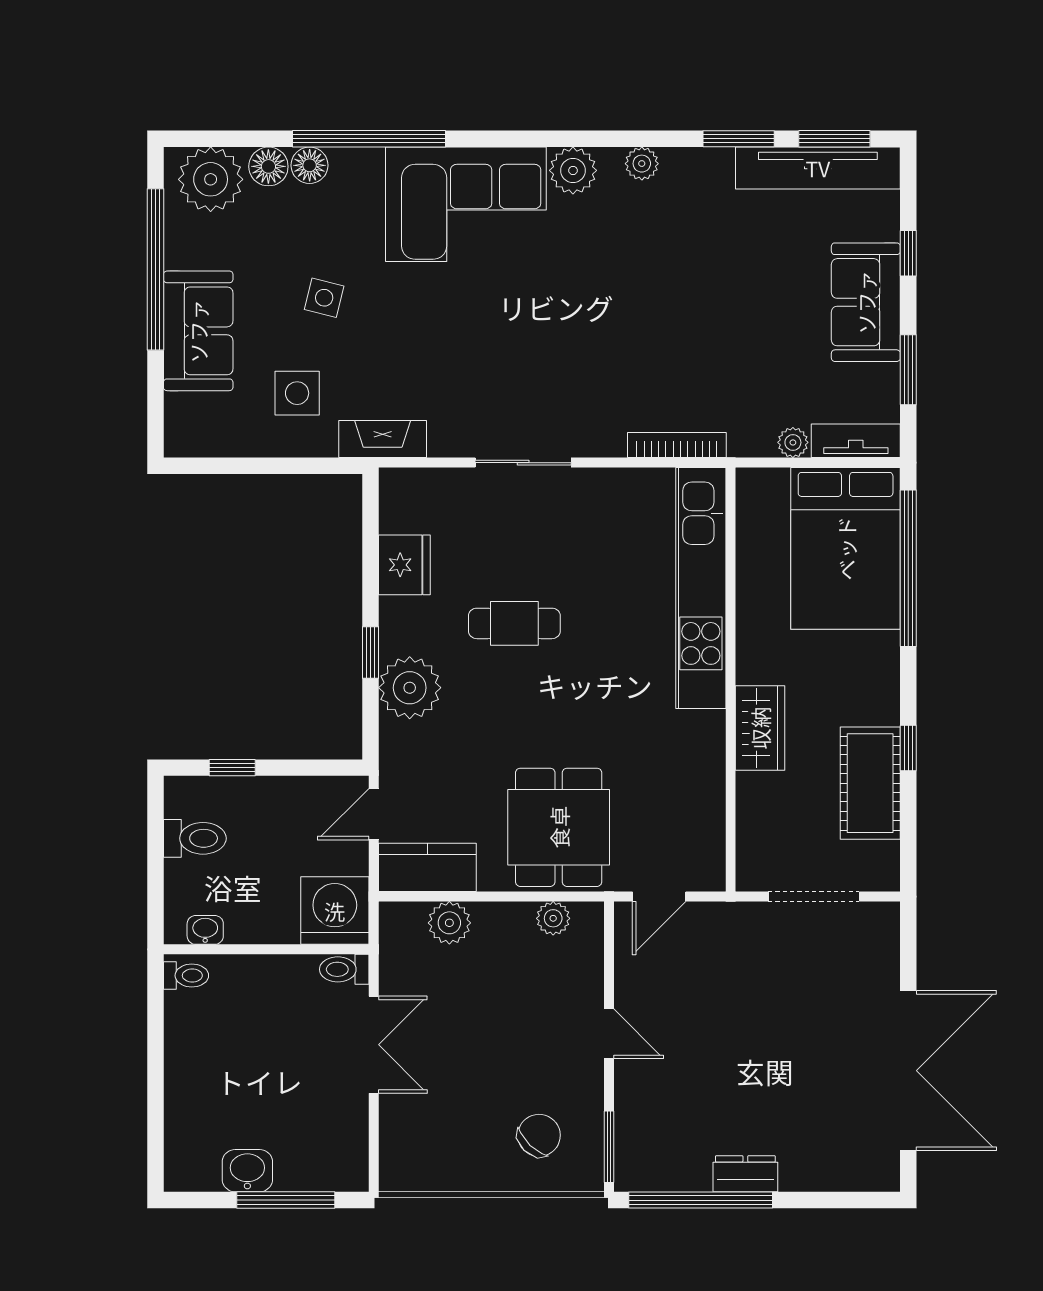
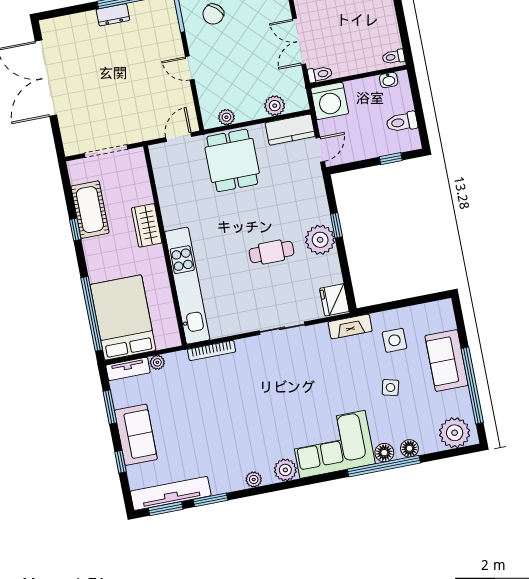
floor lamp: (268, 166) -> (384, 453), moved
fridge: (404, 565) -> (334, 300), moved
plant: (410, 688) -> (320, 240), moved

